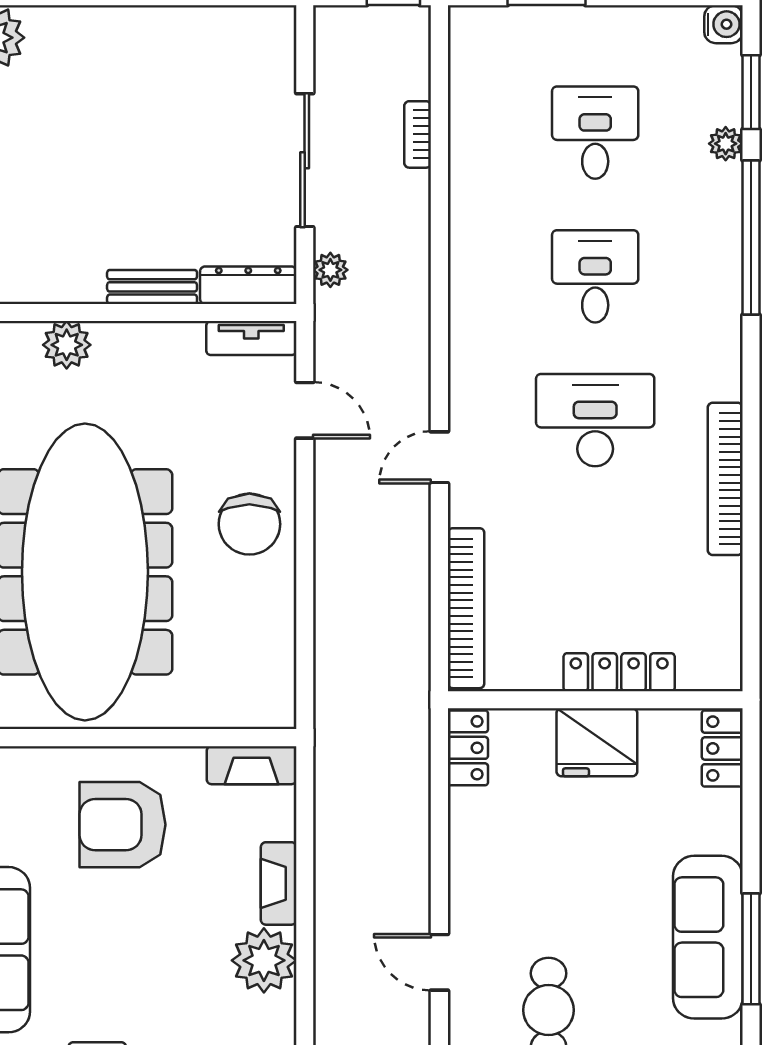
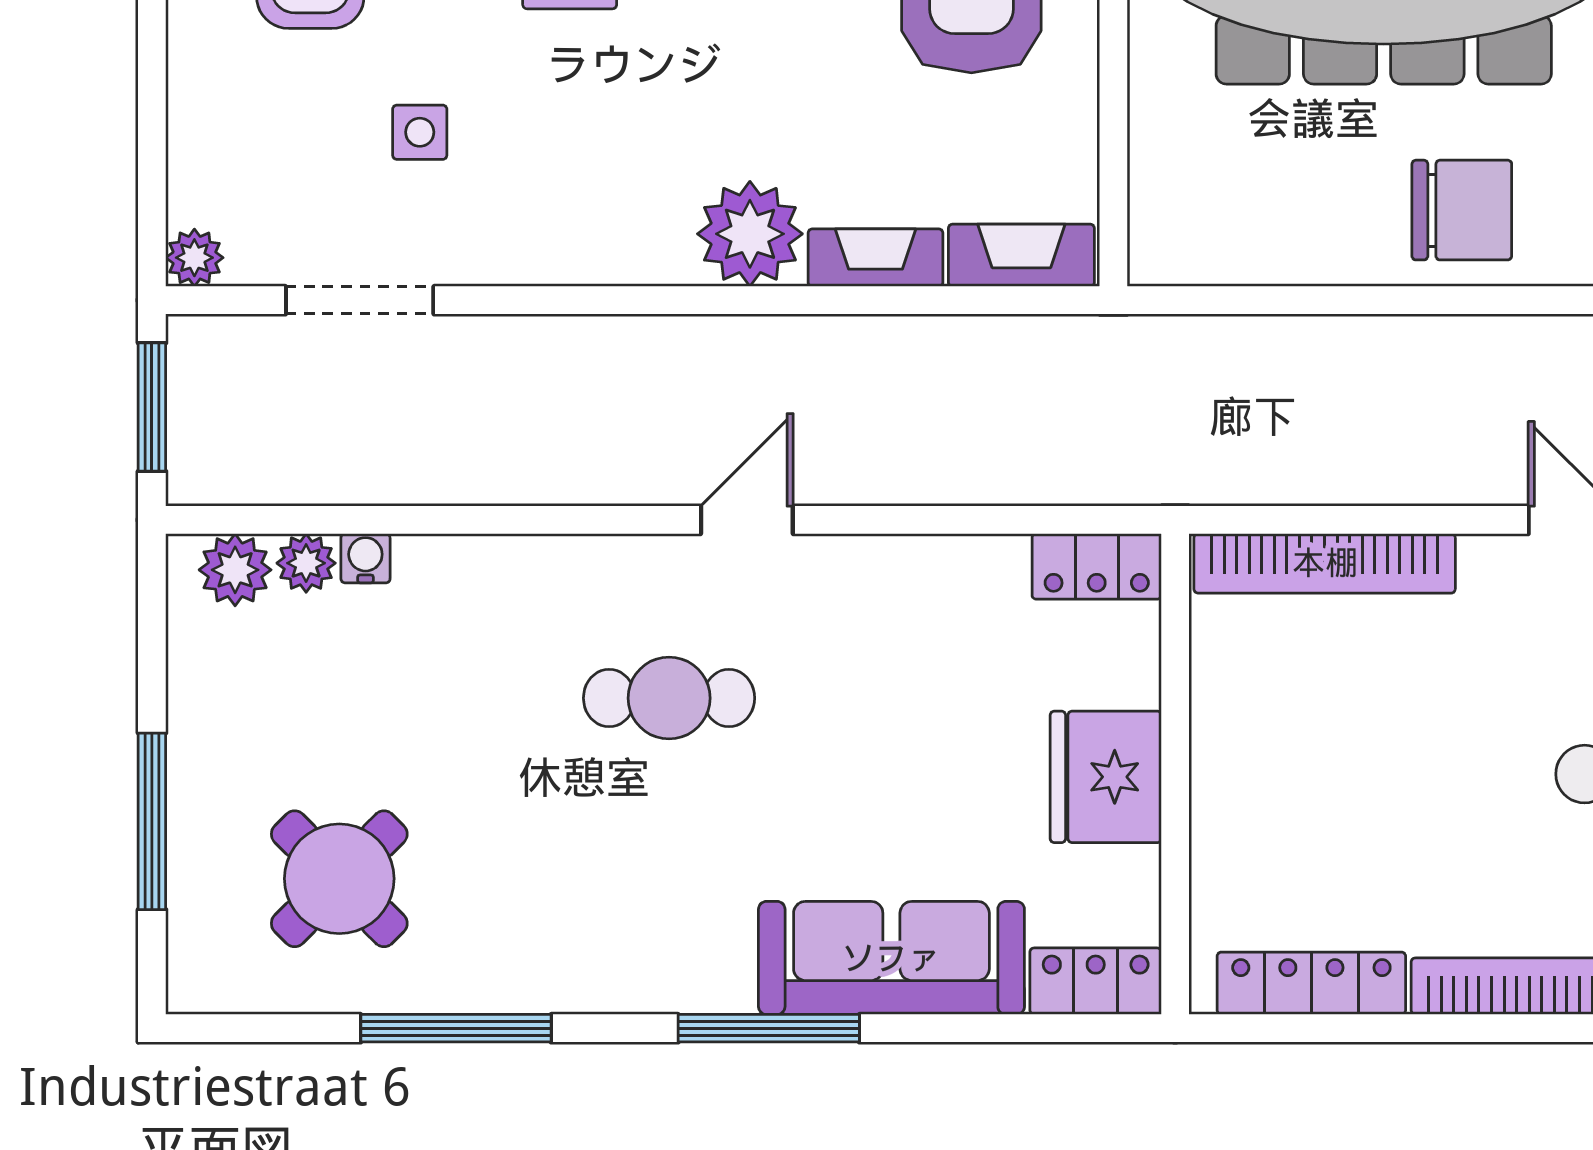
chair: (249, 524) -> (1462, 210), turned 180
locker: (619, 672) -> (1311, 983), moved, turned -90
fireplace: (252, 765) -> (1021, 255), moved, turned 90
sofa: (708, 937) -> (891, 958), moved

